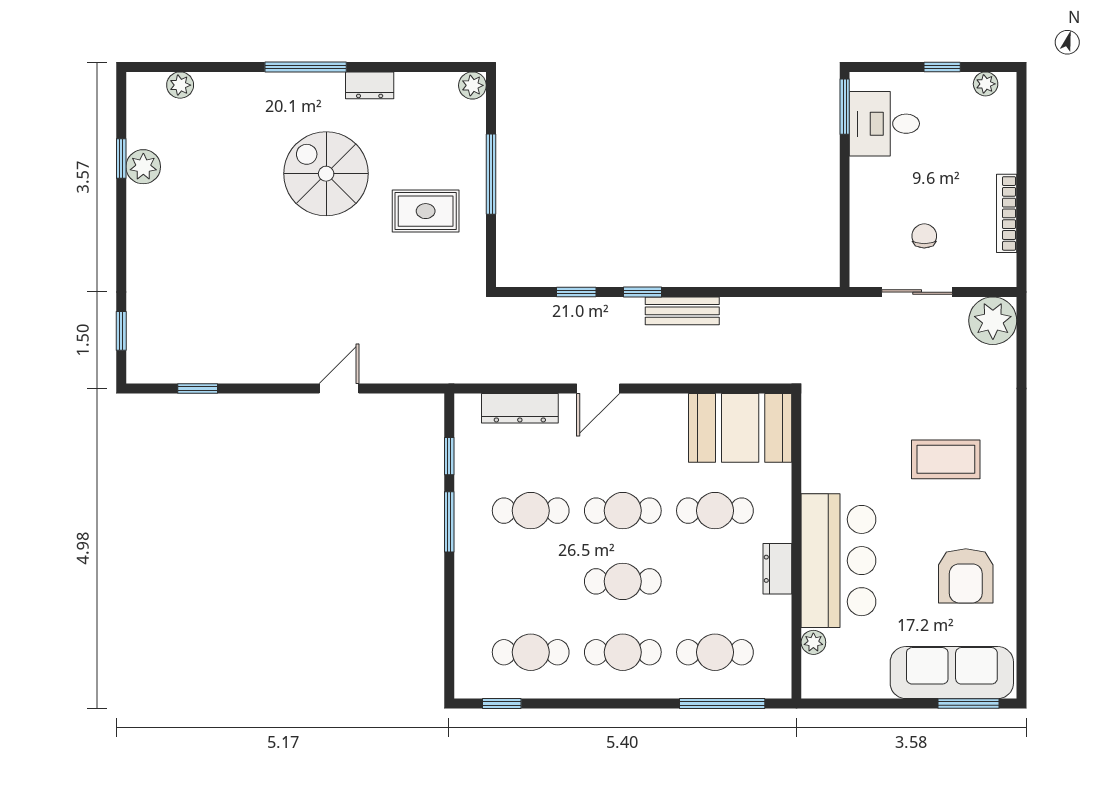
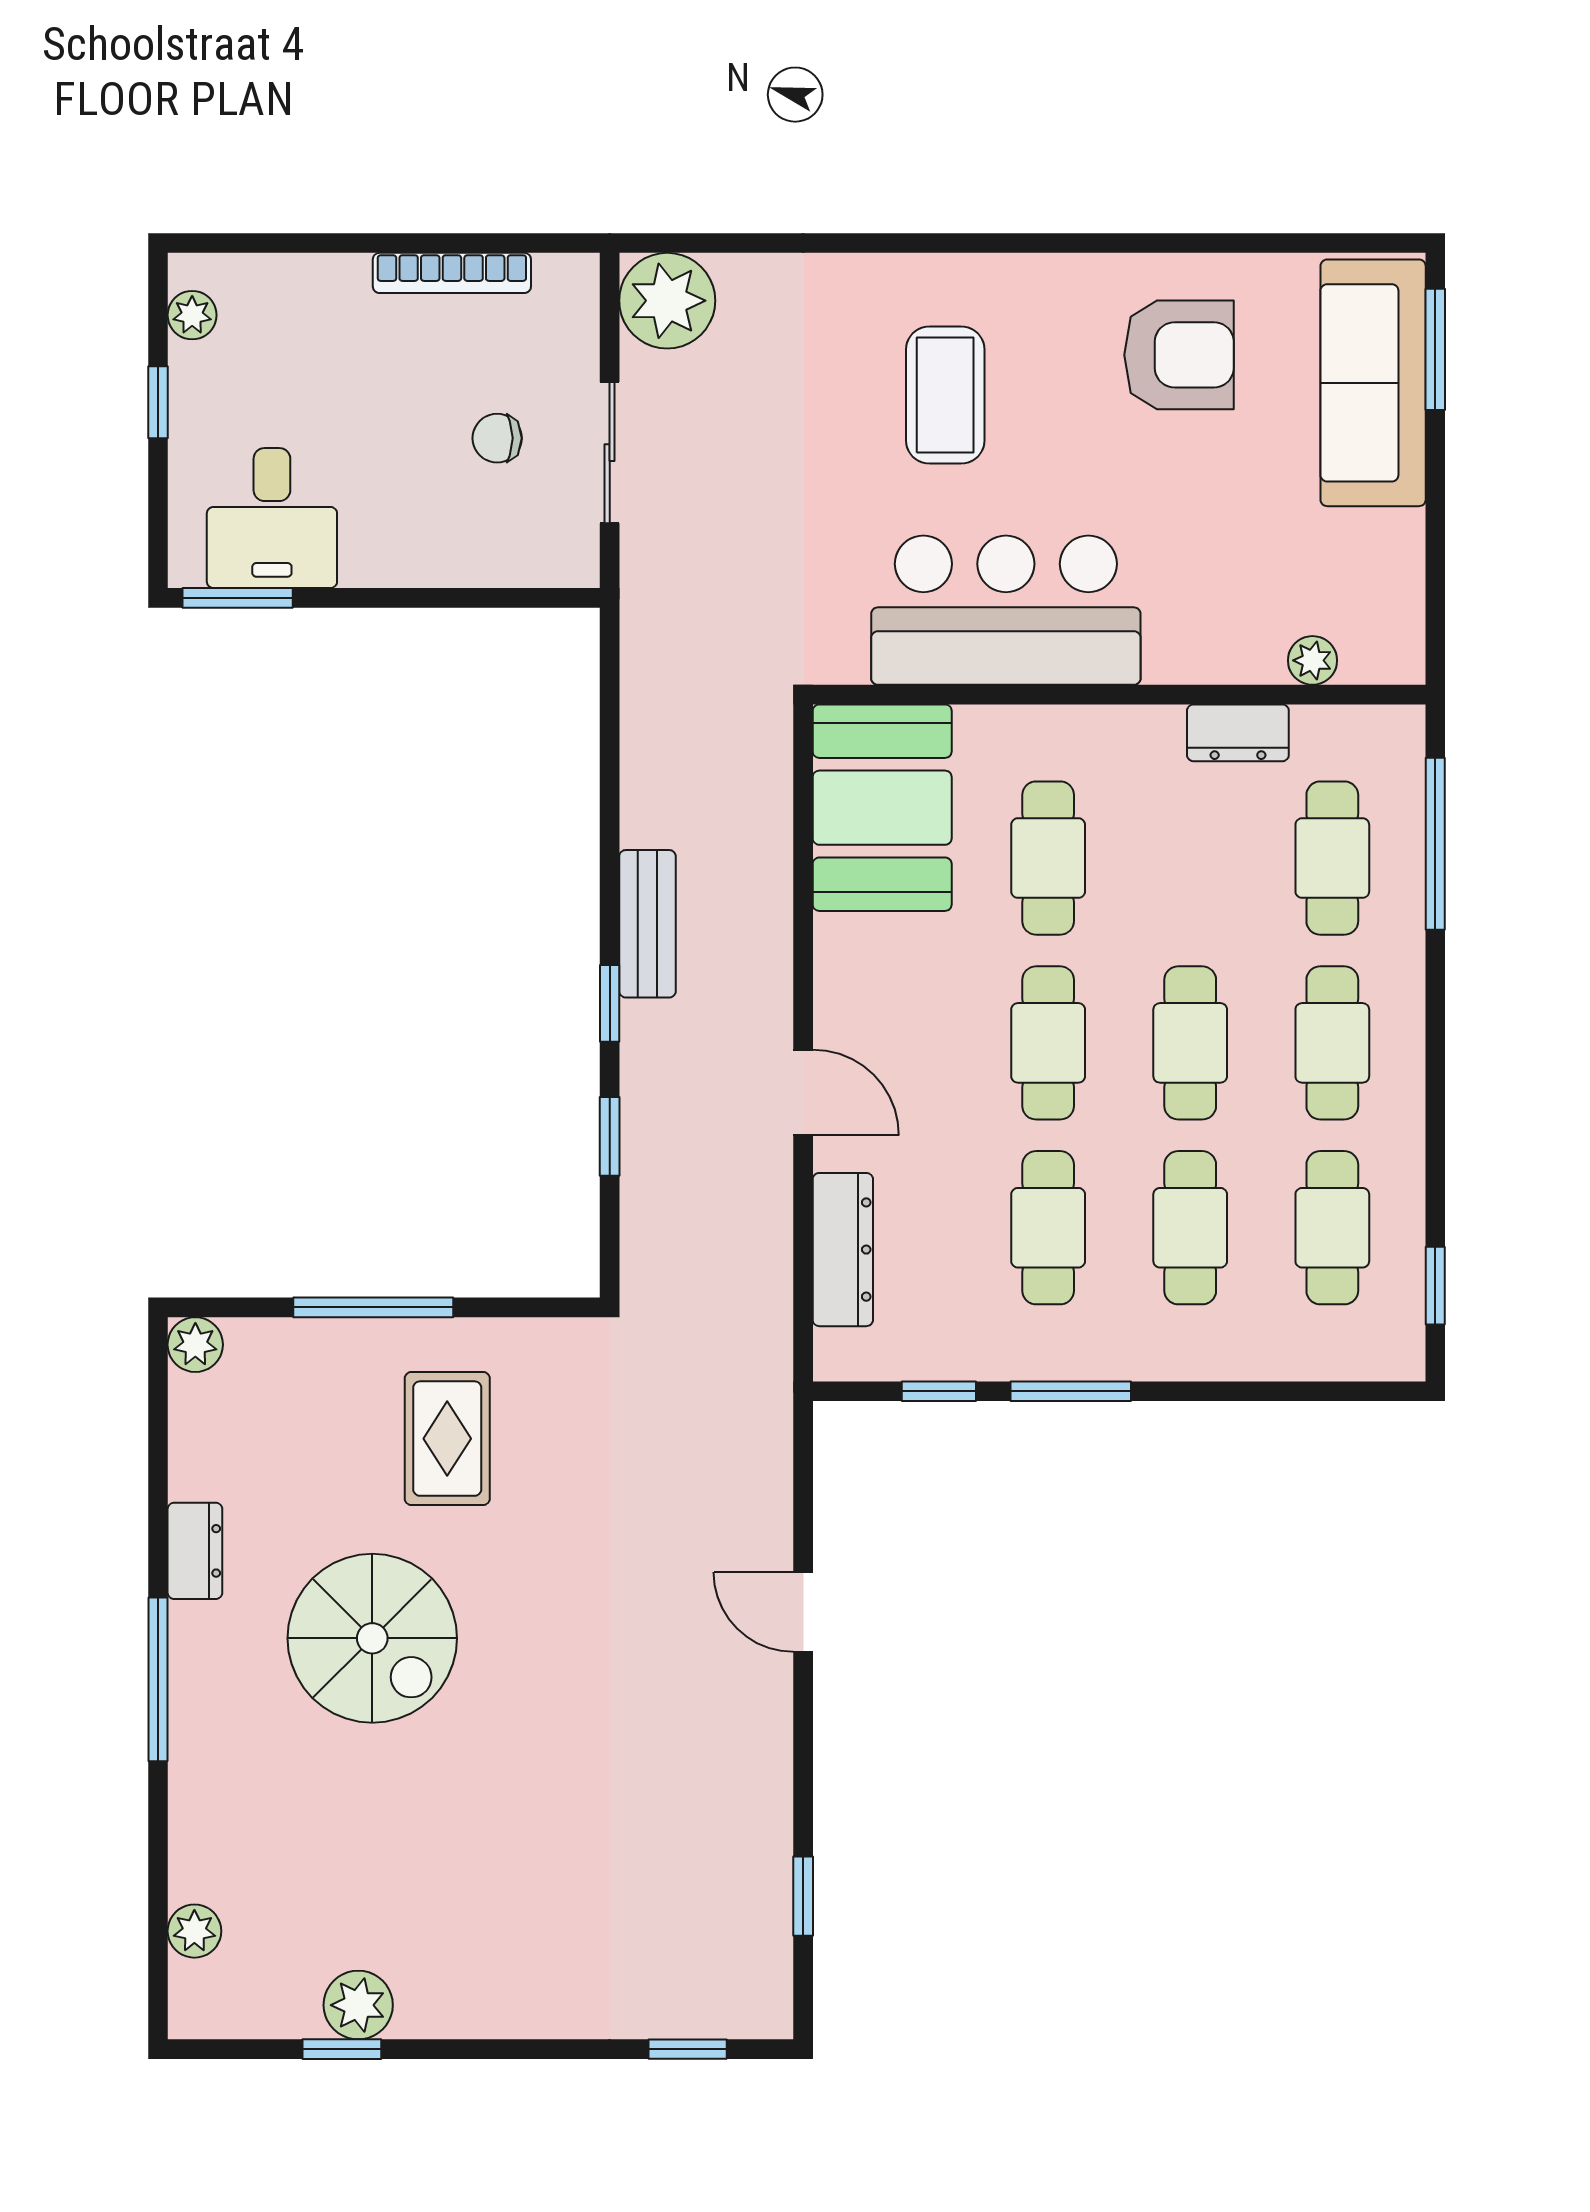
spiral stairs: (326, 174) -> (372, 1638), turned -90
bar counter: (838, 561) -> (1006, 610), moved
dresser: (777, 569) -> (1238, 733), moved
cafe table: (531, 581) -> (1190, 1228), added

